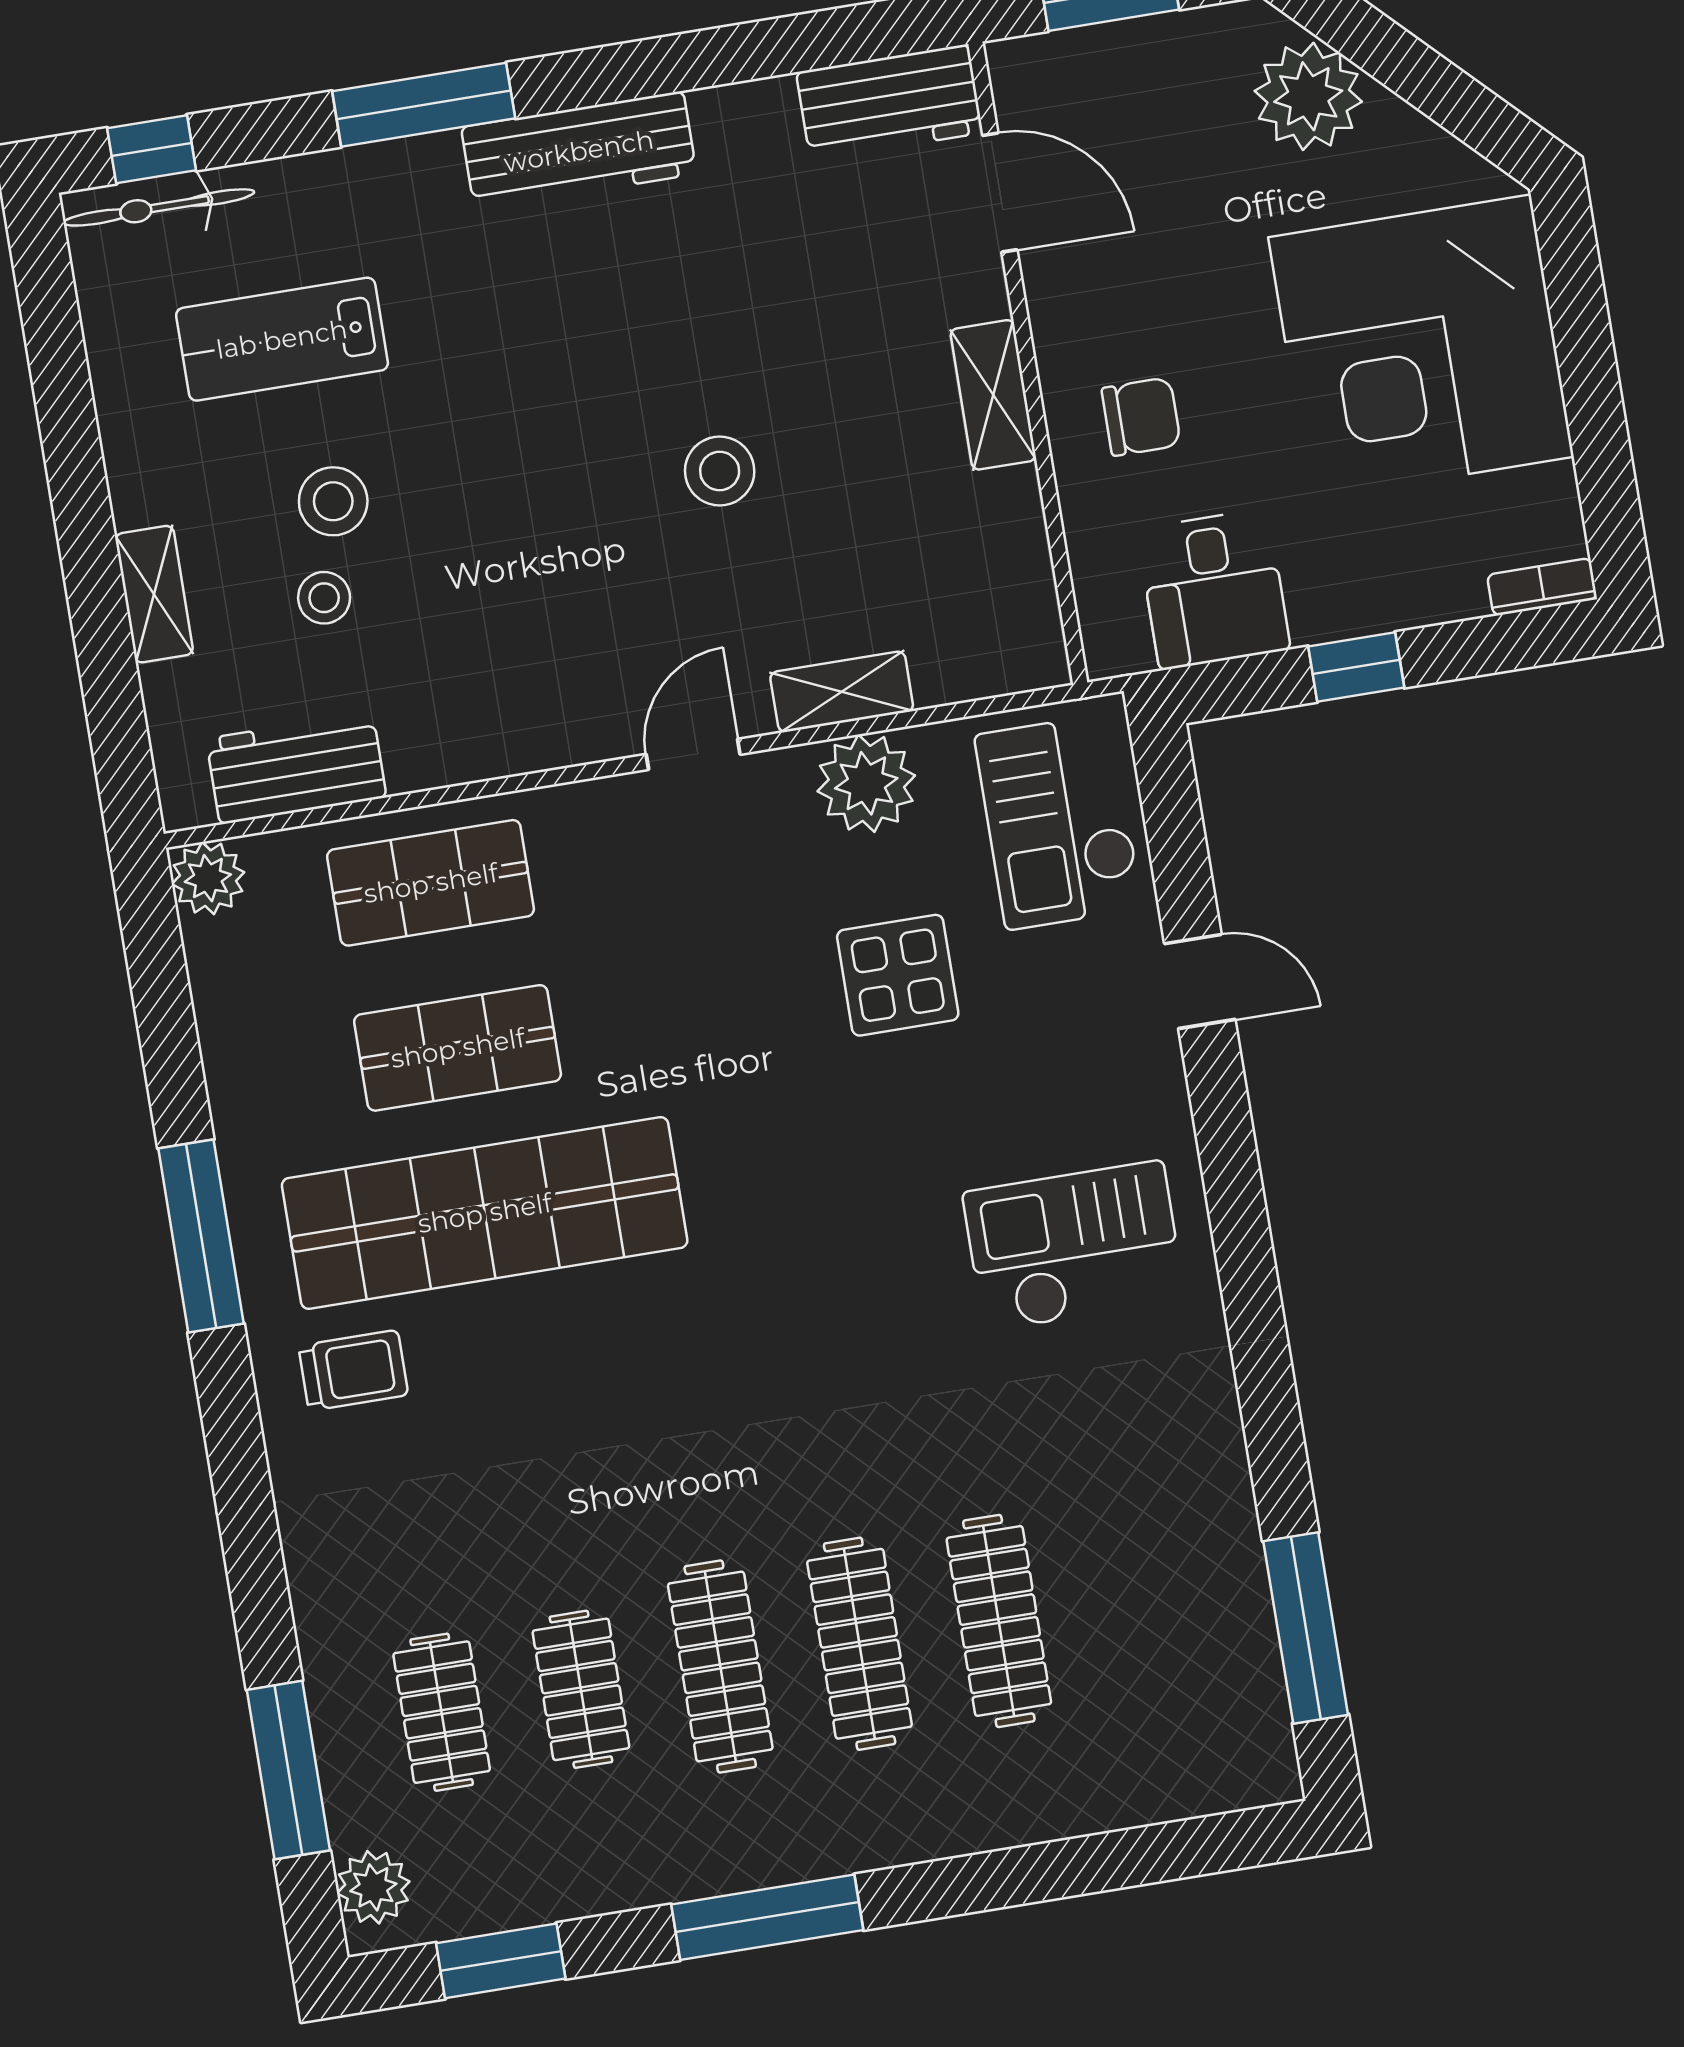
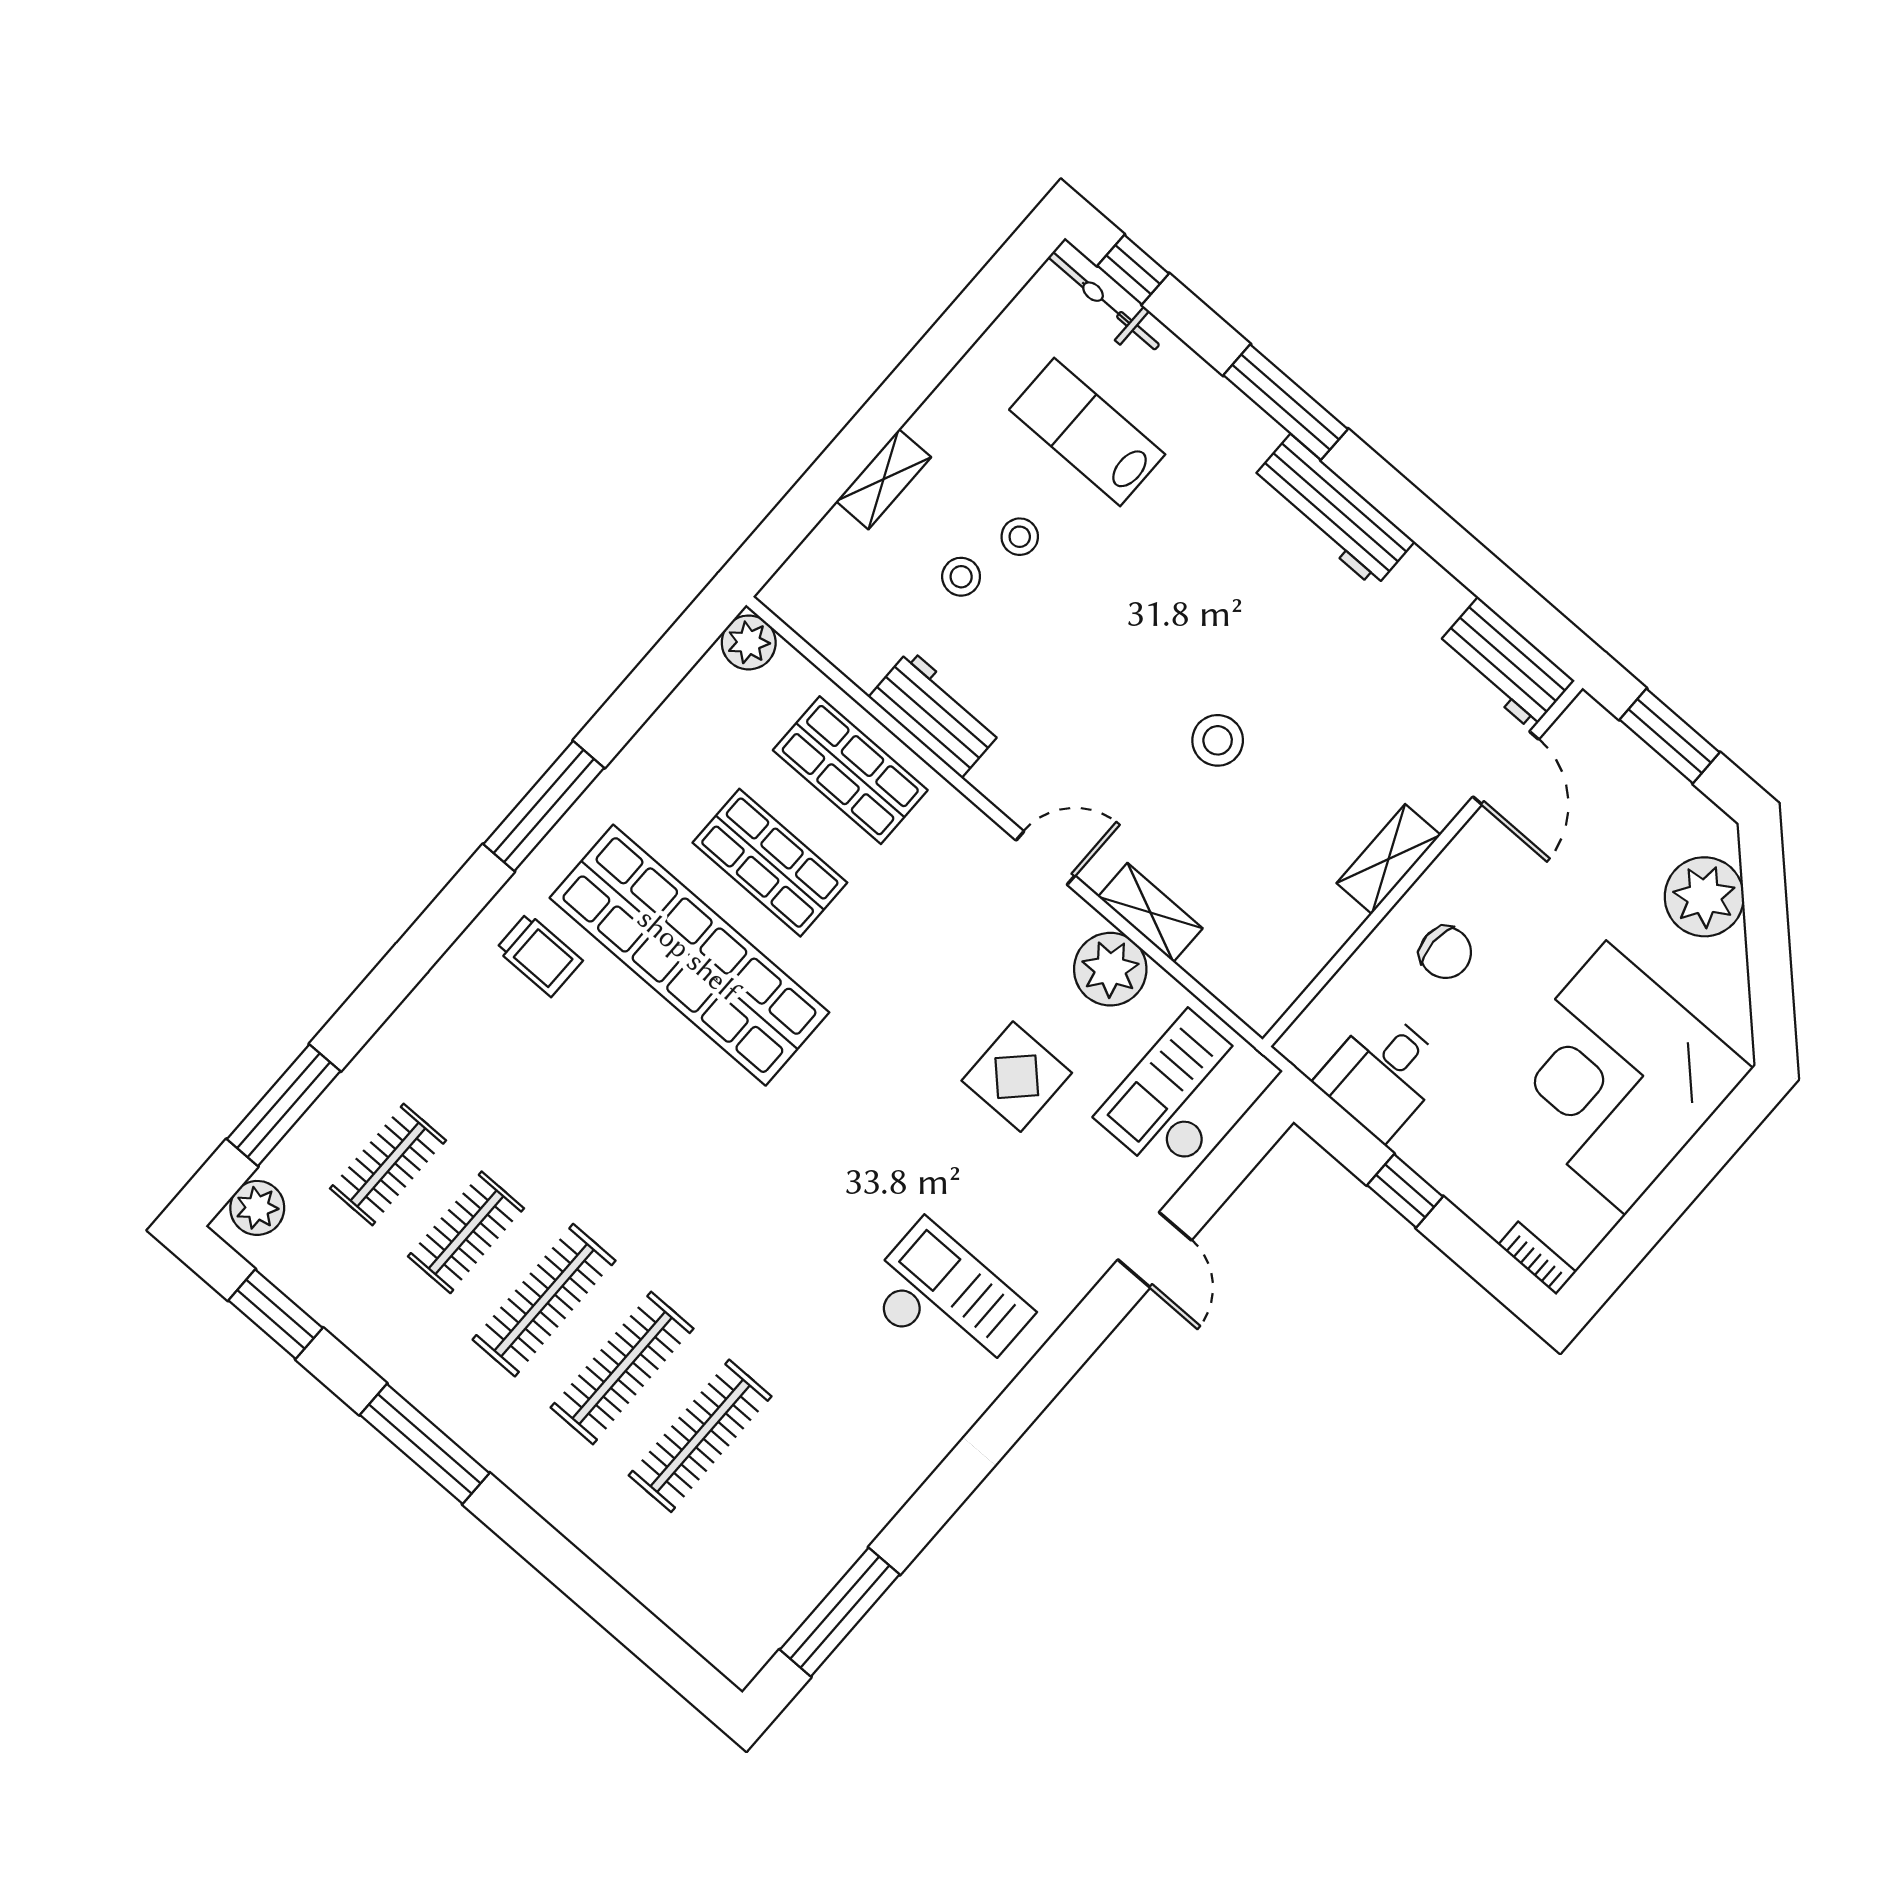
stool: (333, 501) -> (1020, 537), width x0.73, depth x0.73
workbench: (296, 768) -> (936, 713), moved

